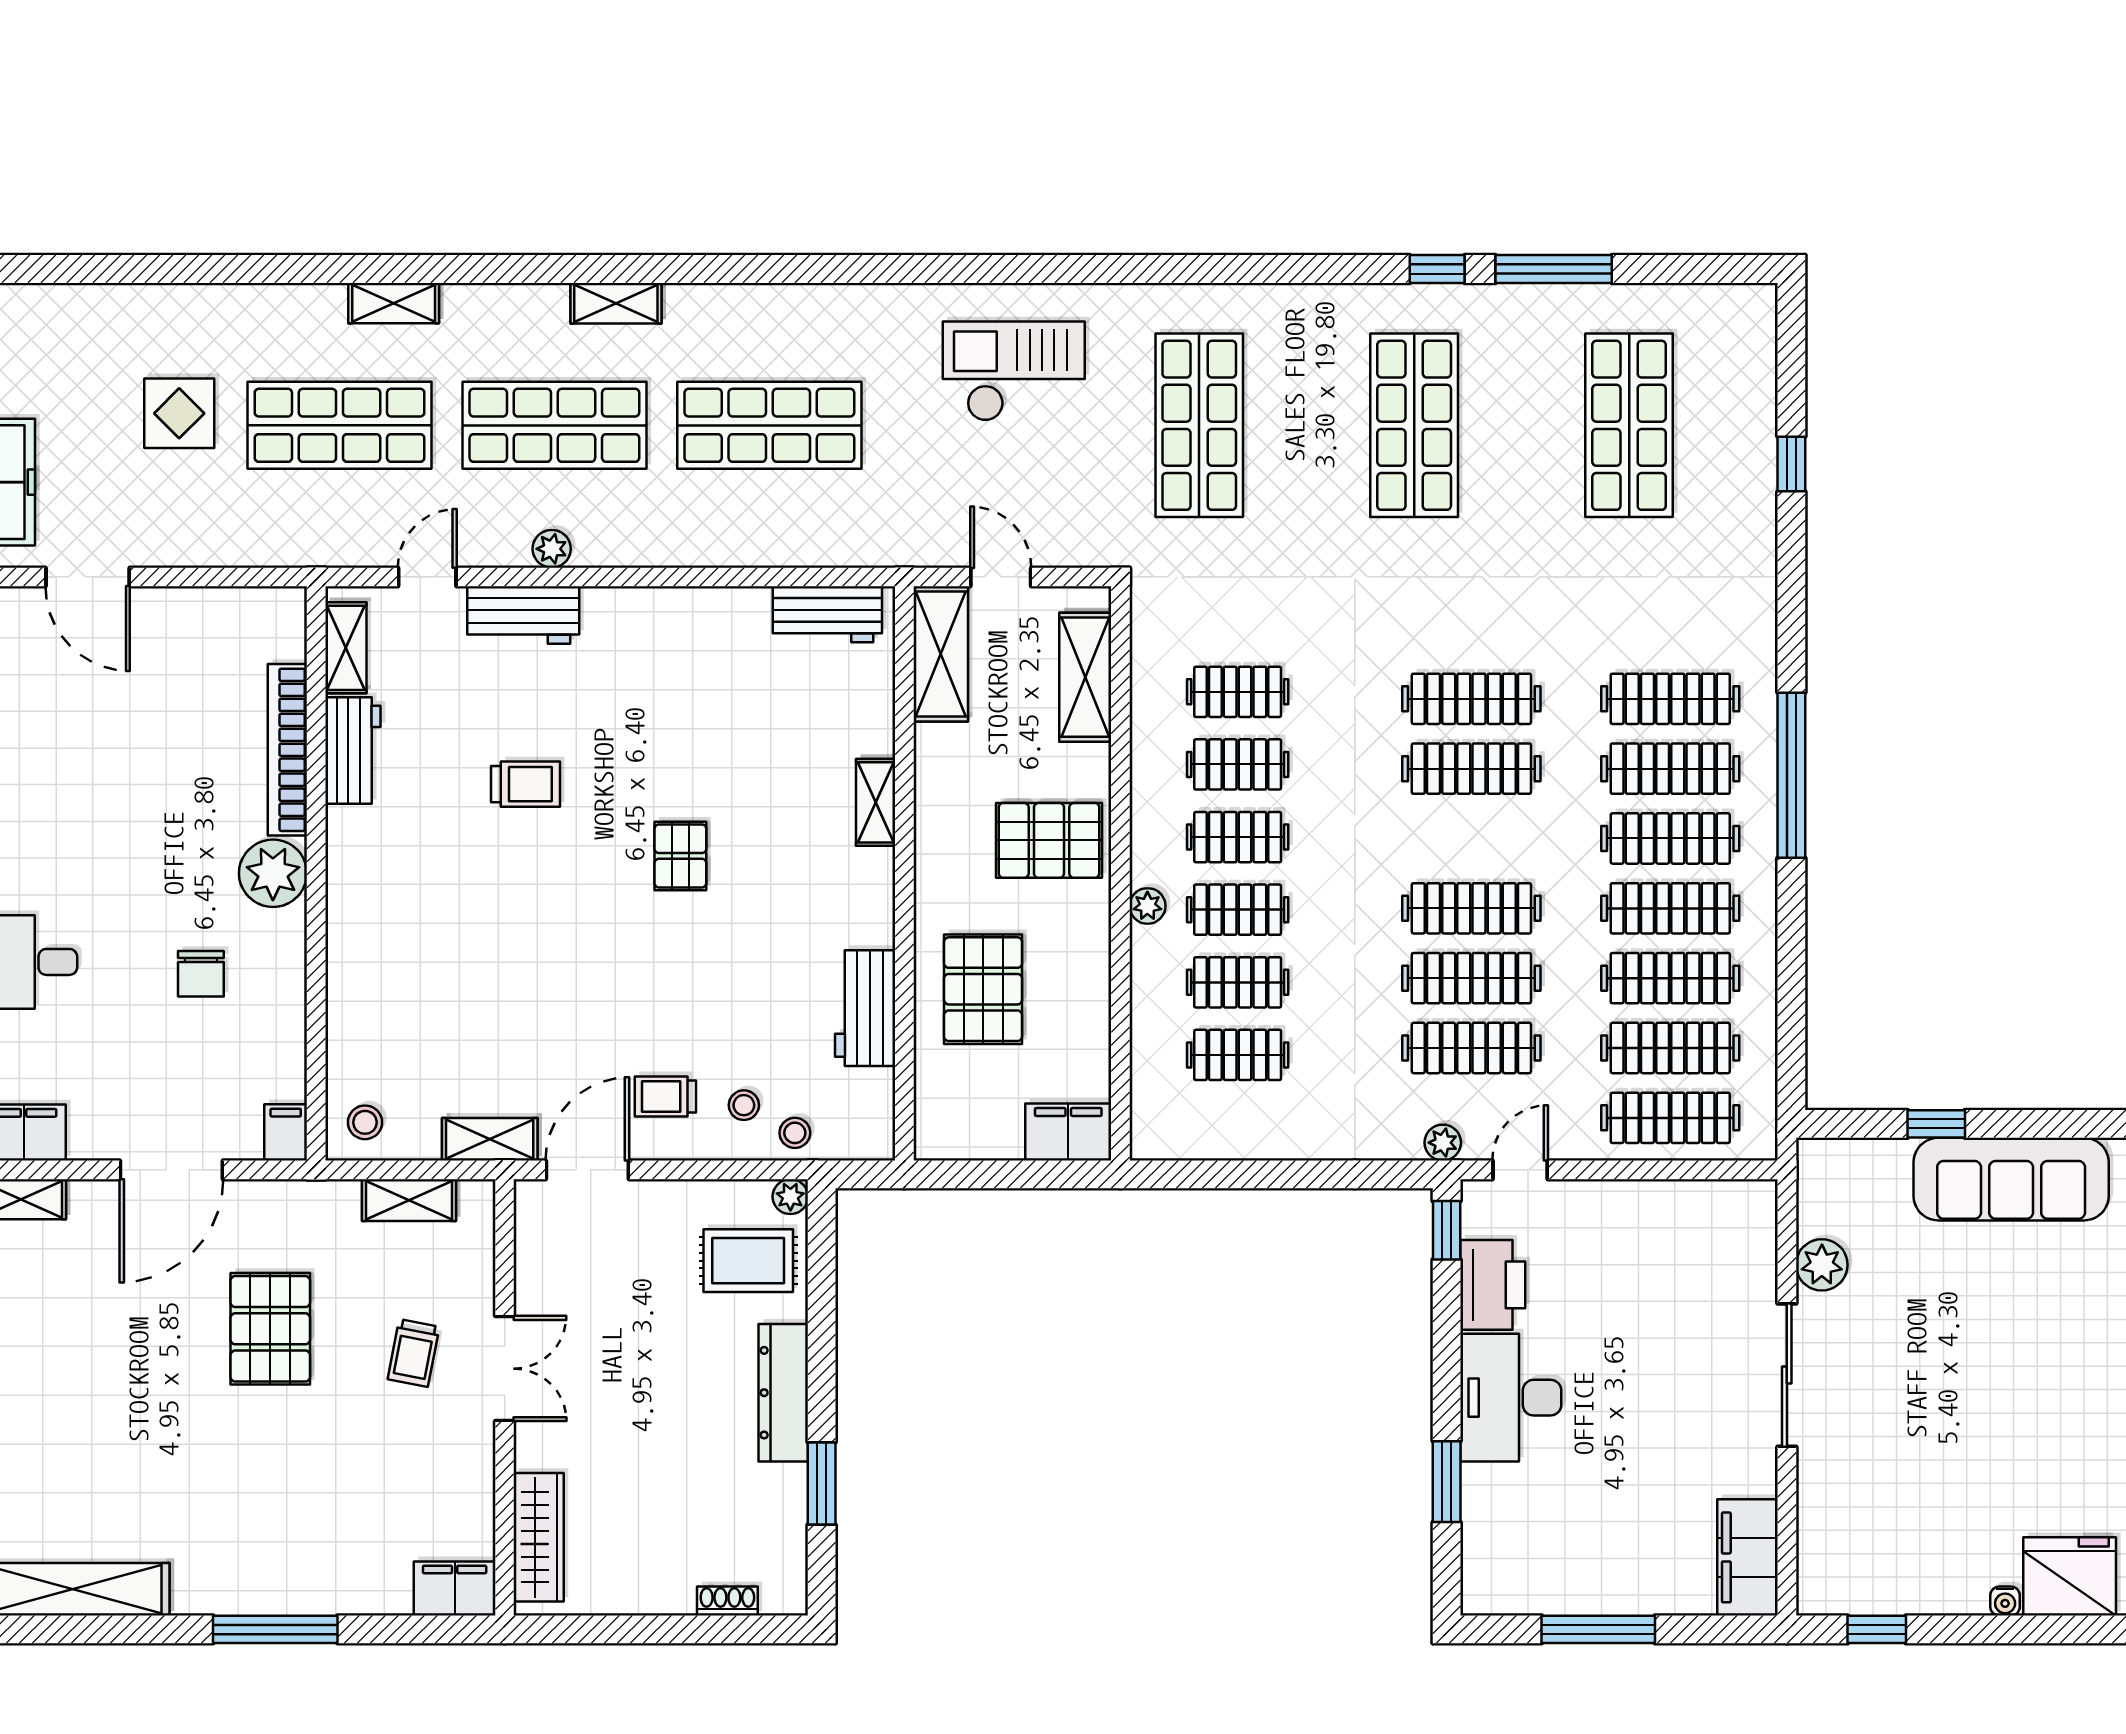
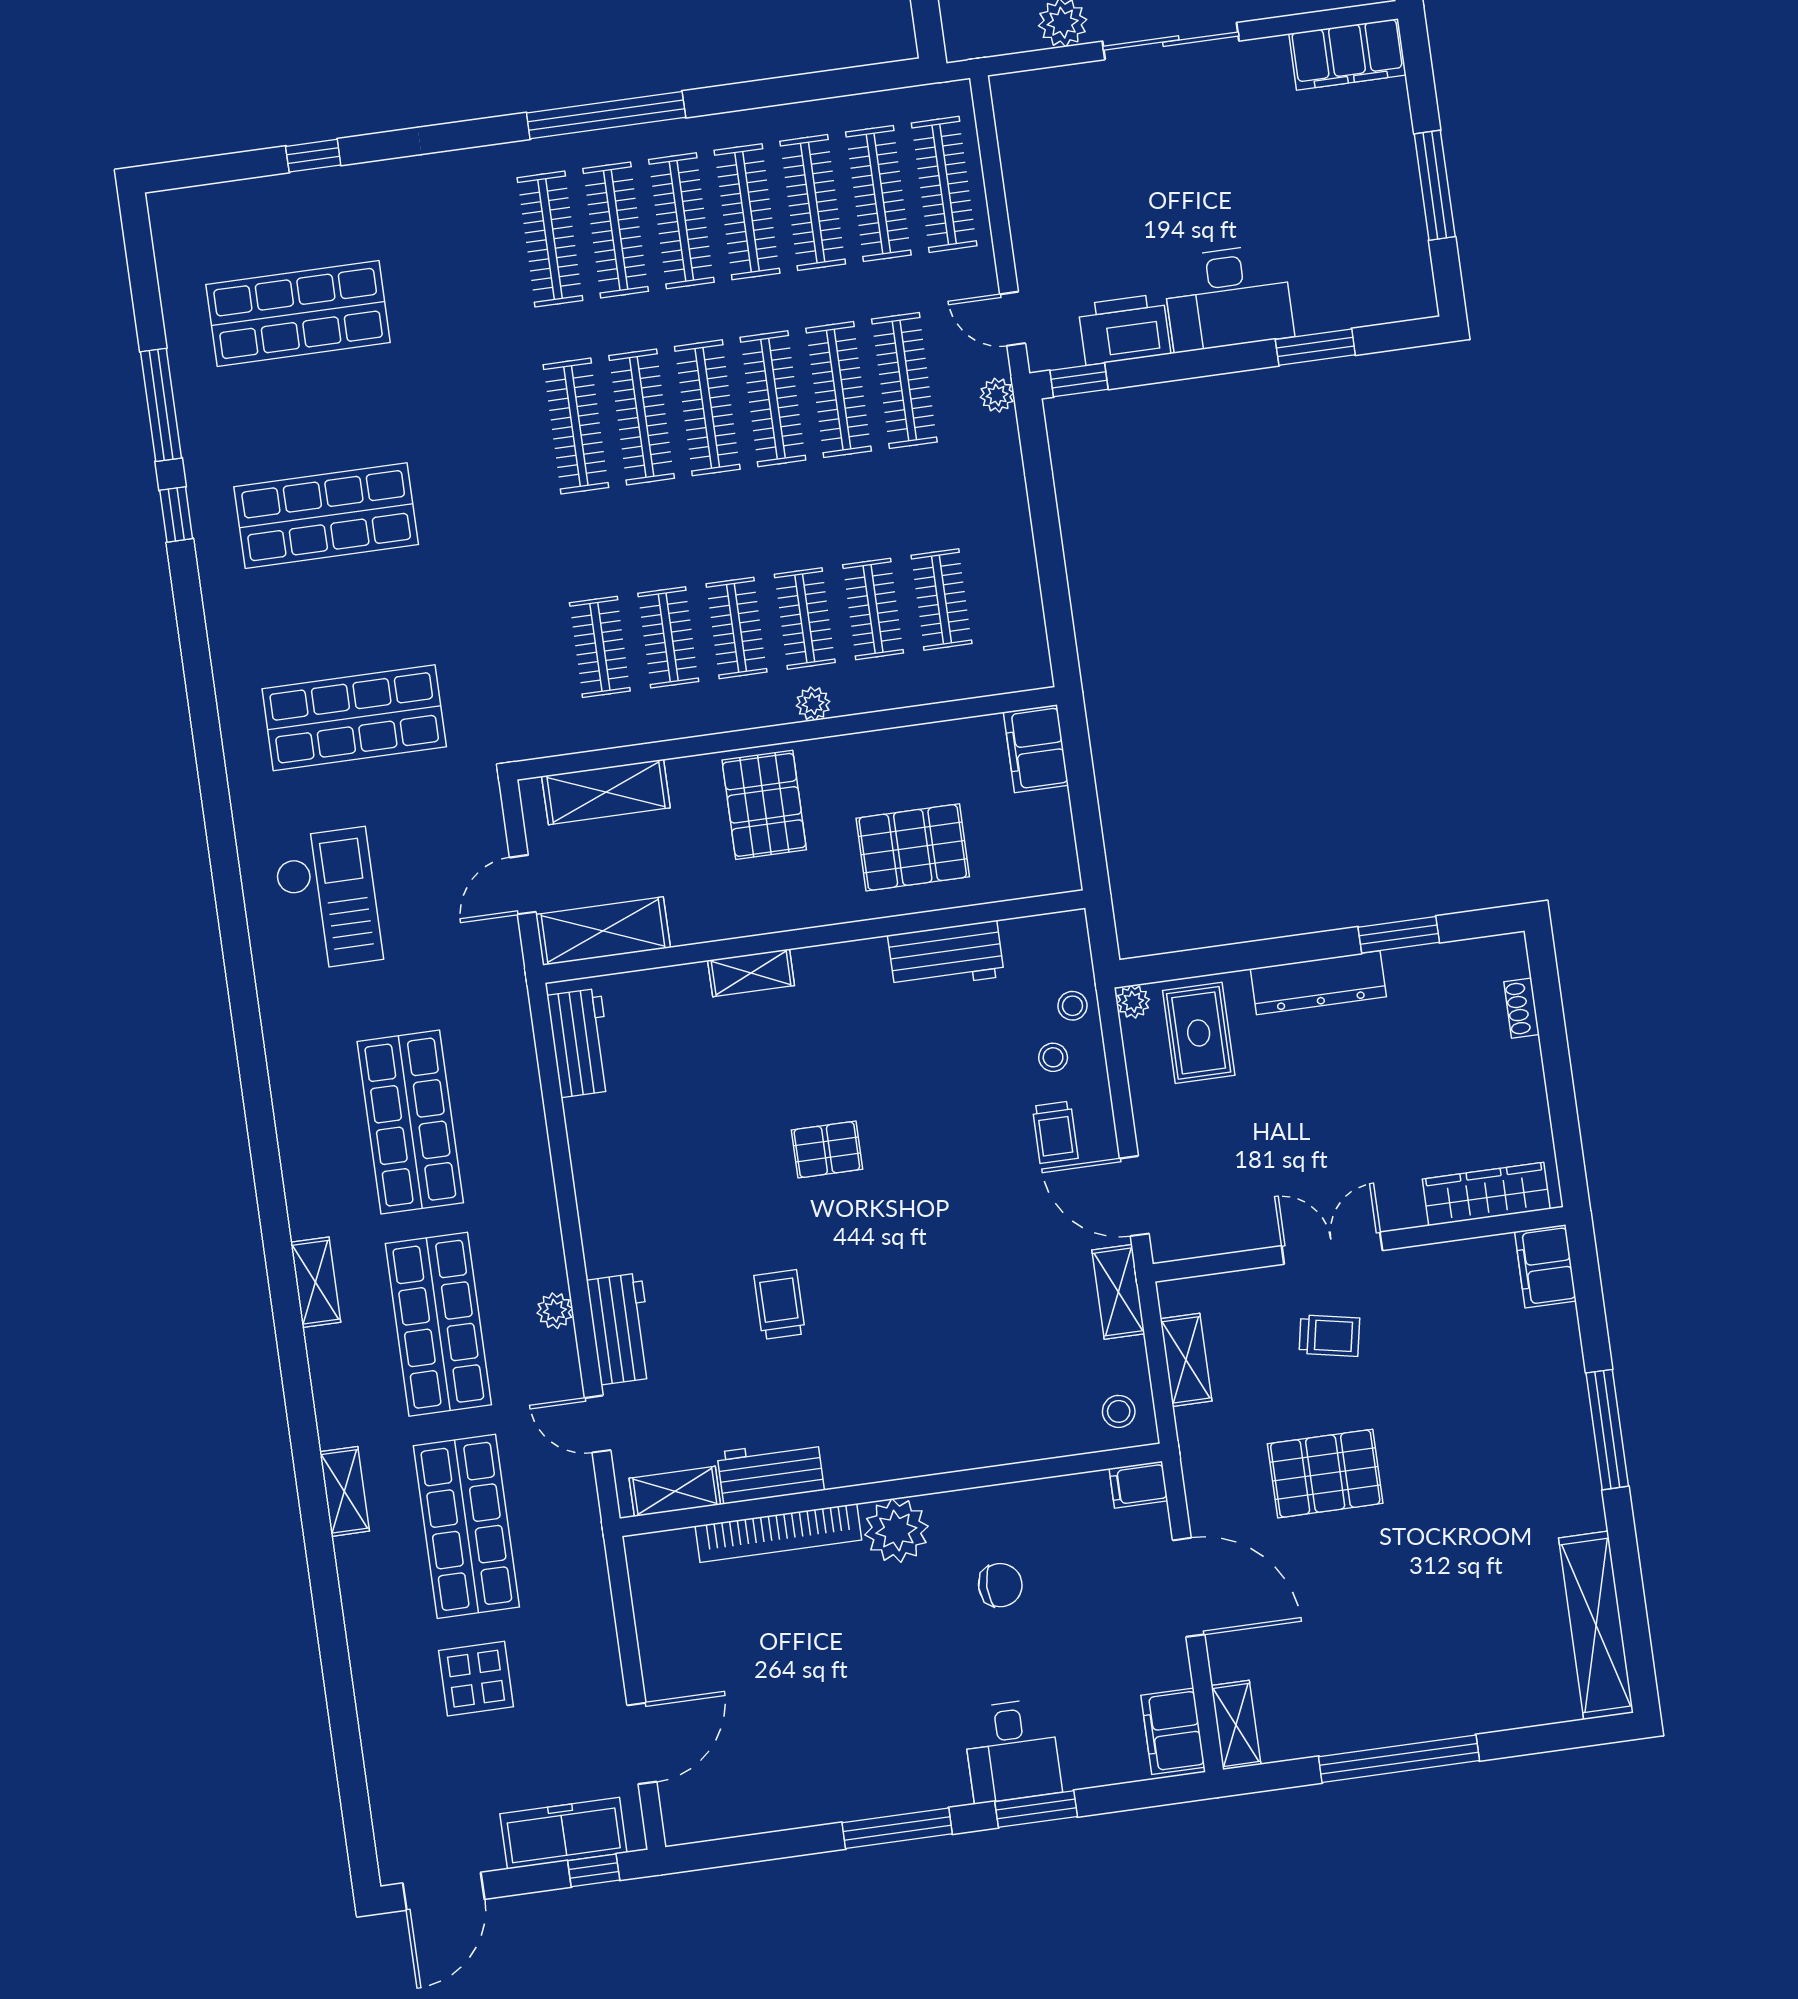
checkout: (1014, 371) -> (327, 899), turned 180
clothes rail: (1471, 838) -> (707, 408), added

